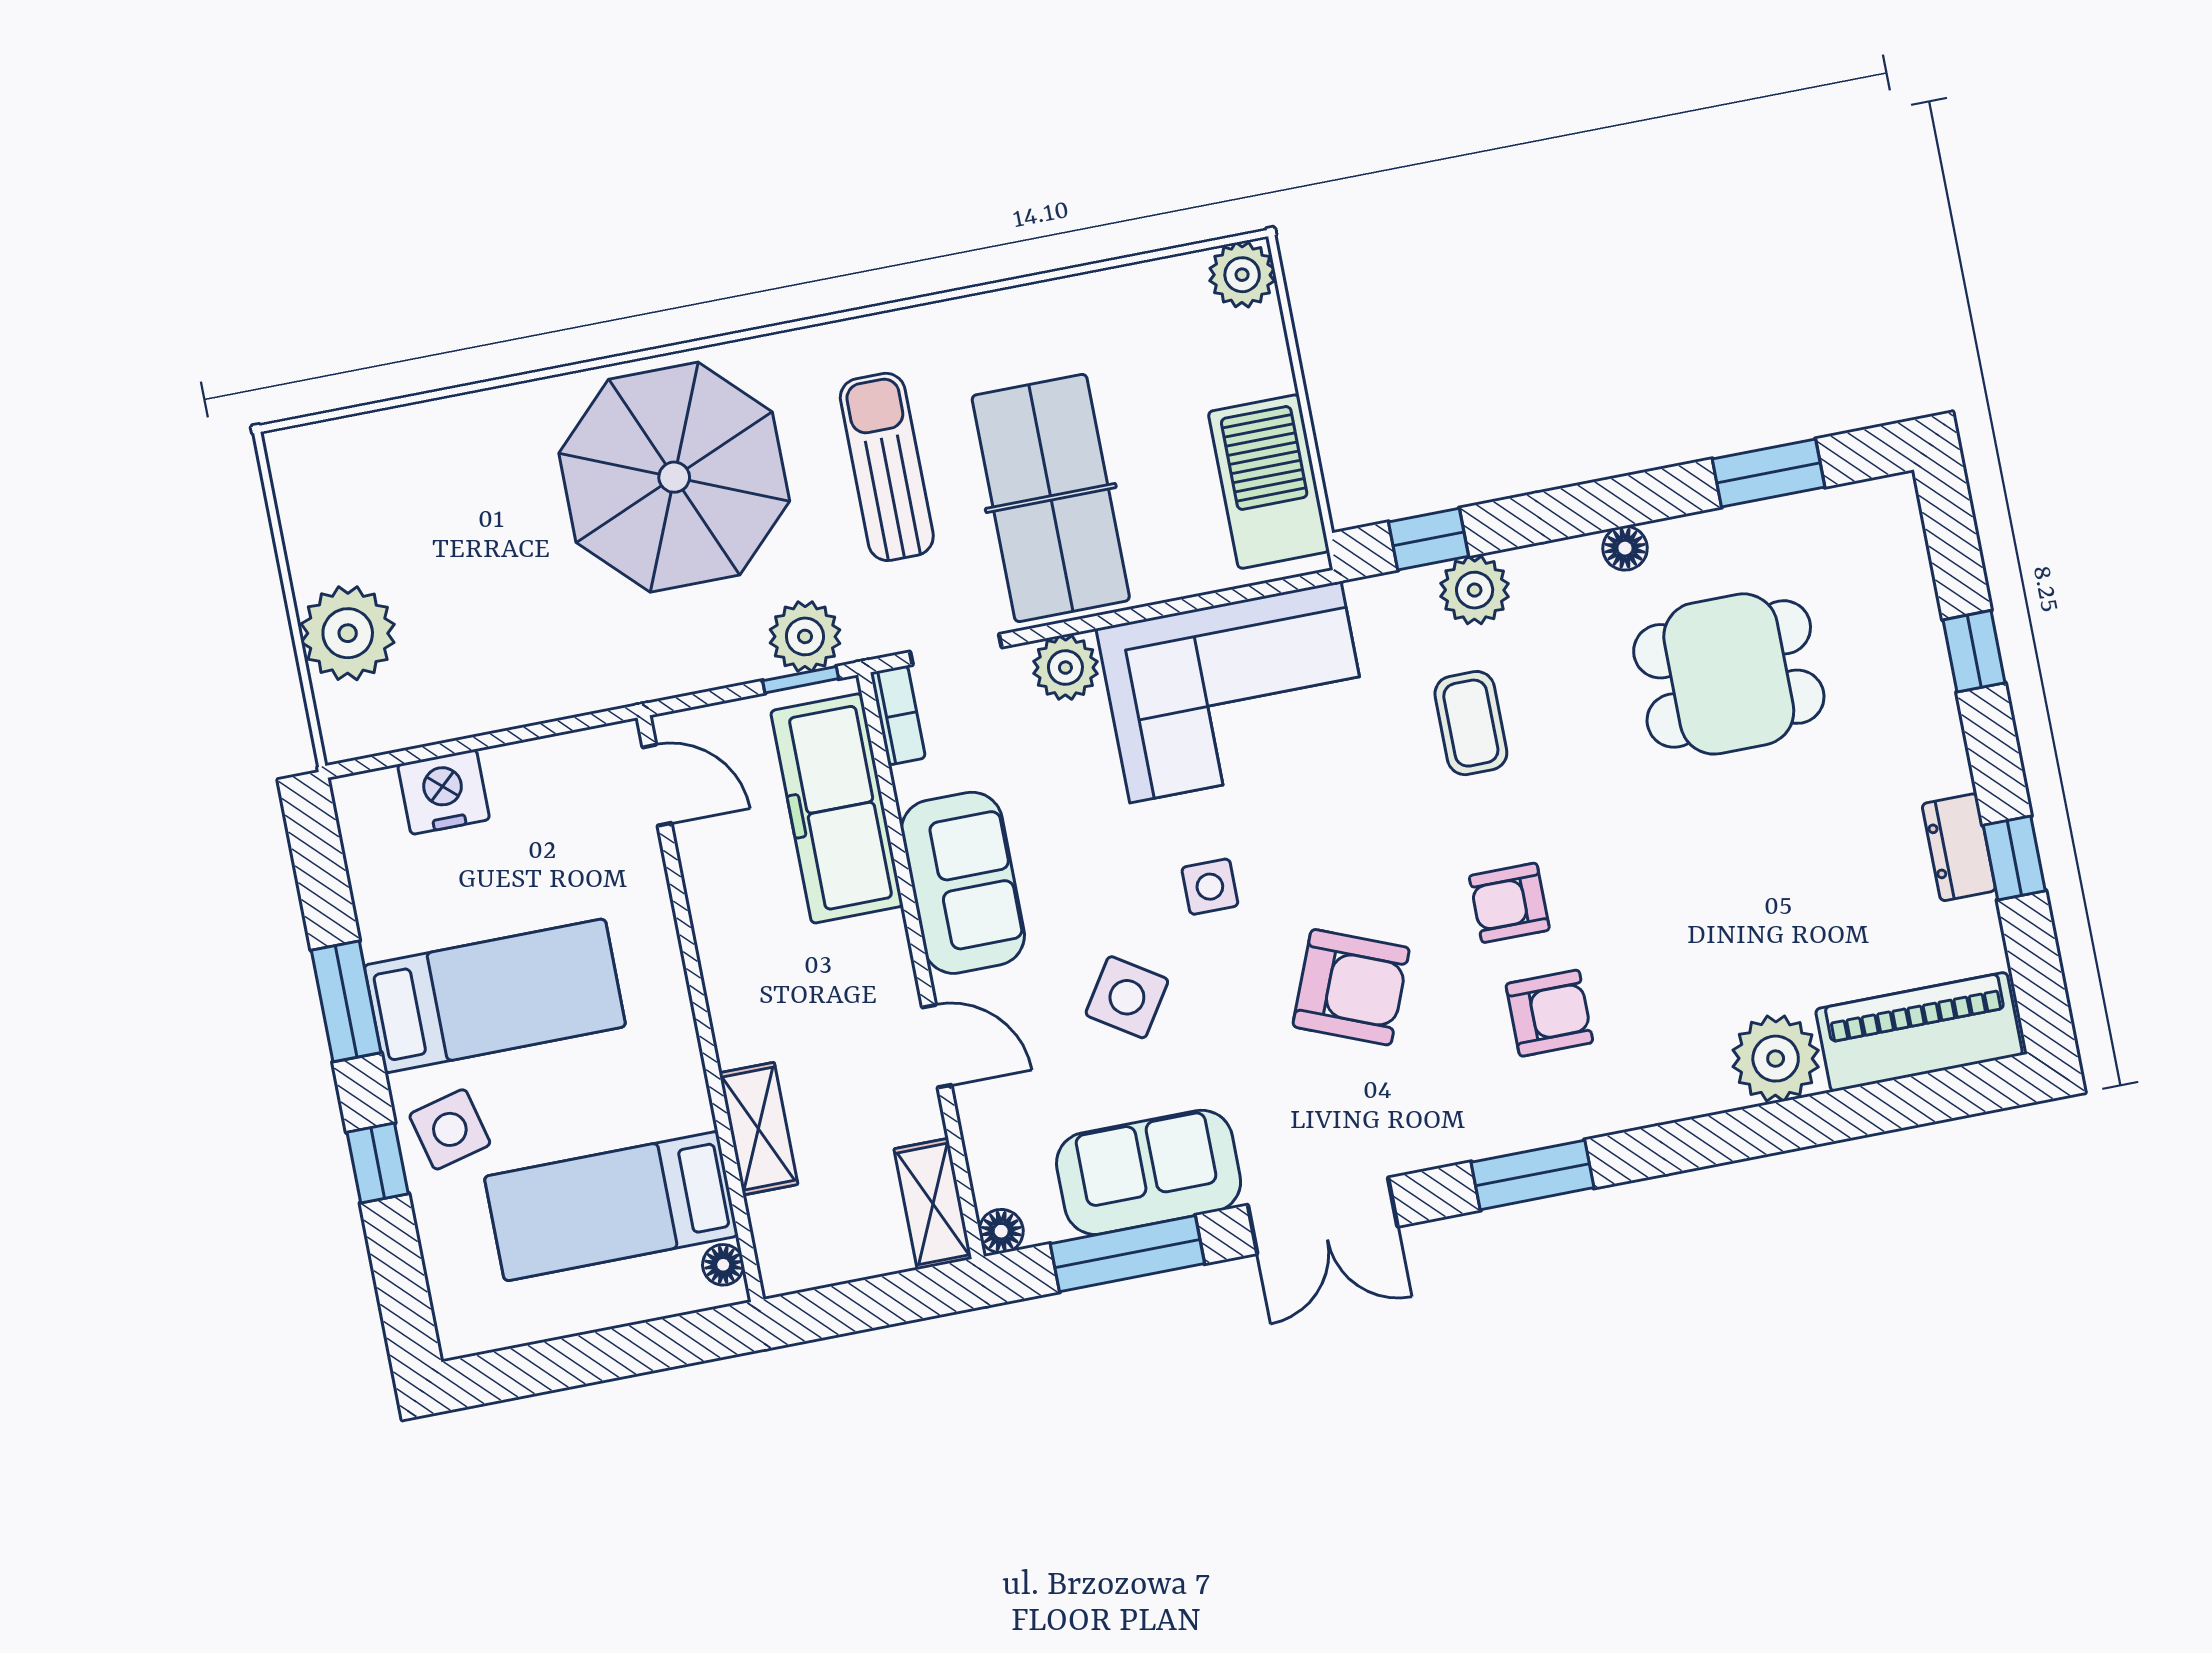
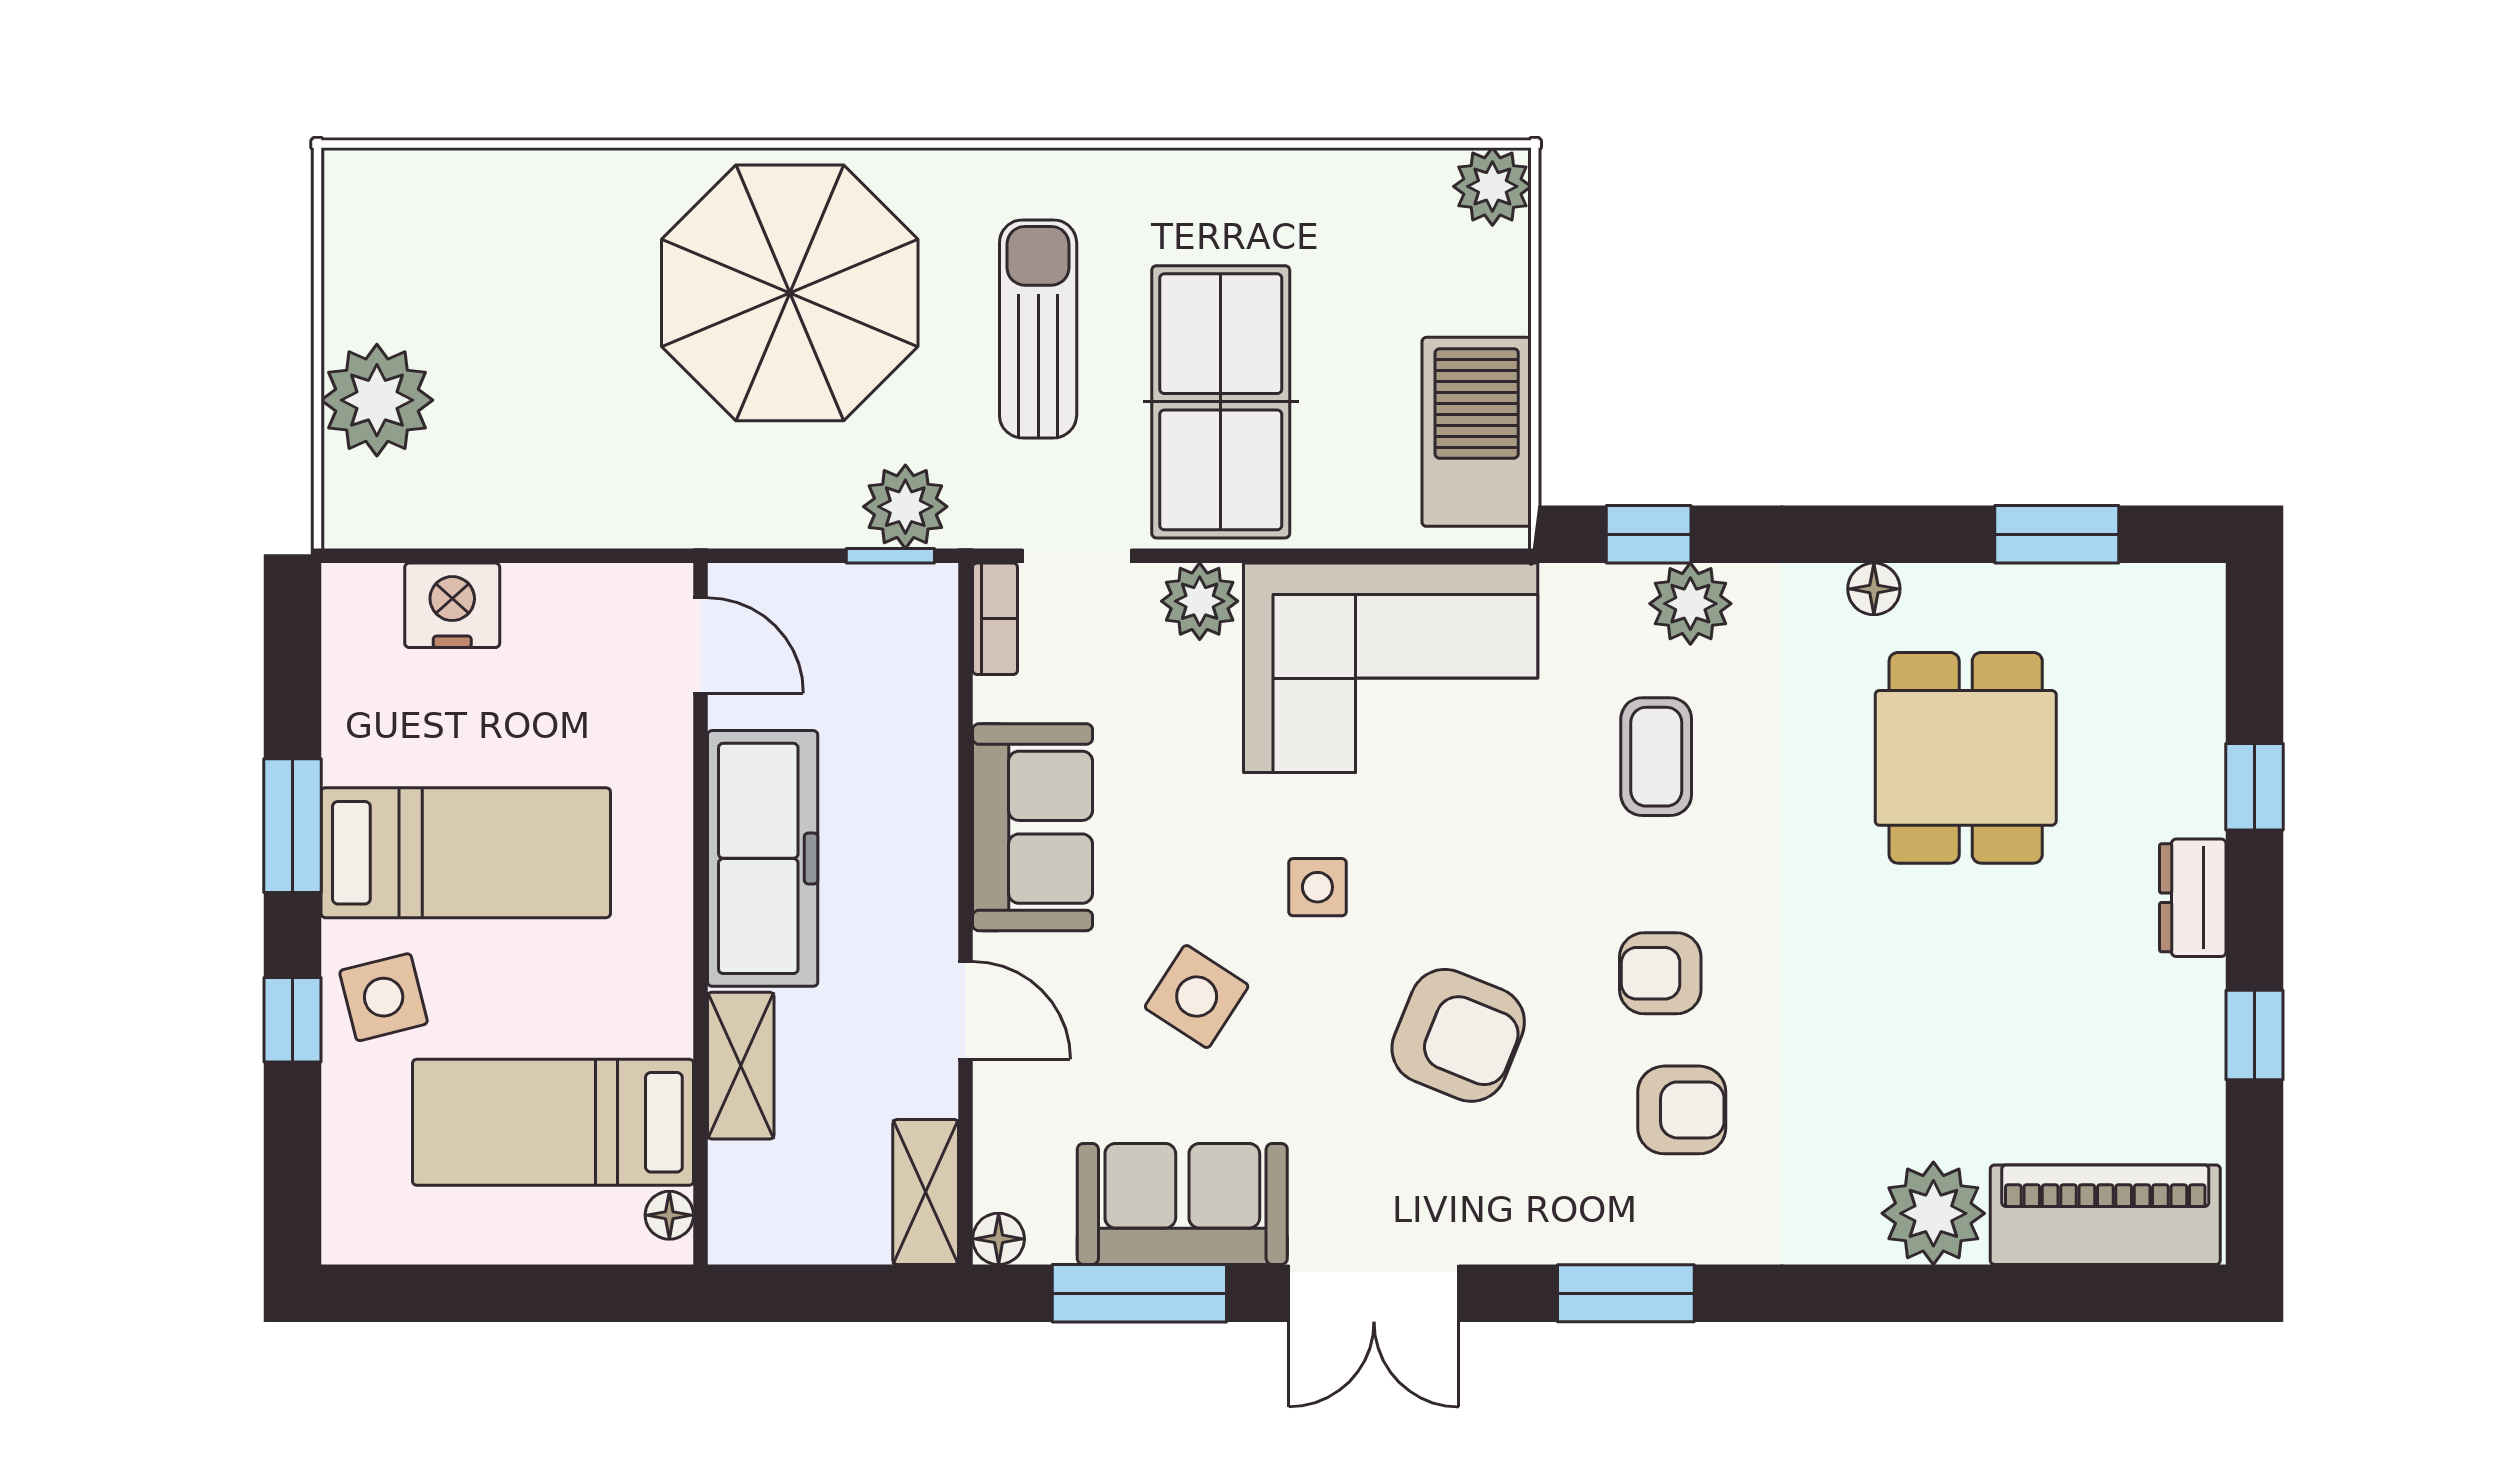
dining table: (1729, 674) -> (1966, 758), turned 90
freezer: (837, 808) -> (763, 858), moved, turned 180
dresser: (1959, 847) -> (2193, 898), moved

